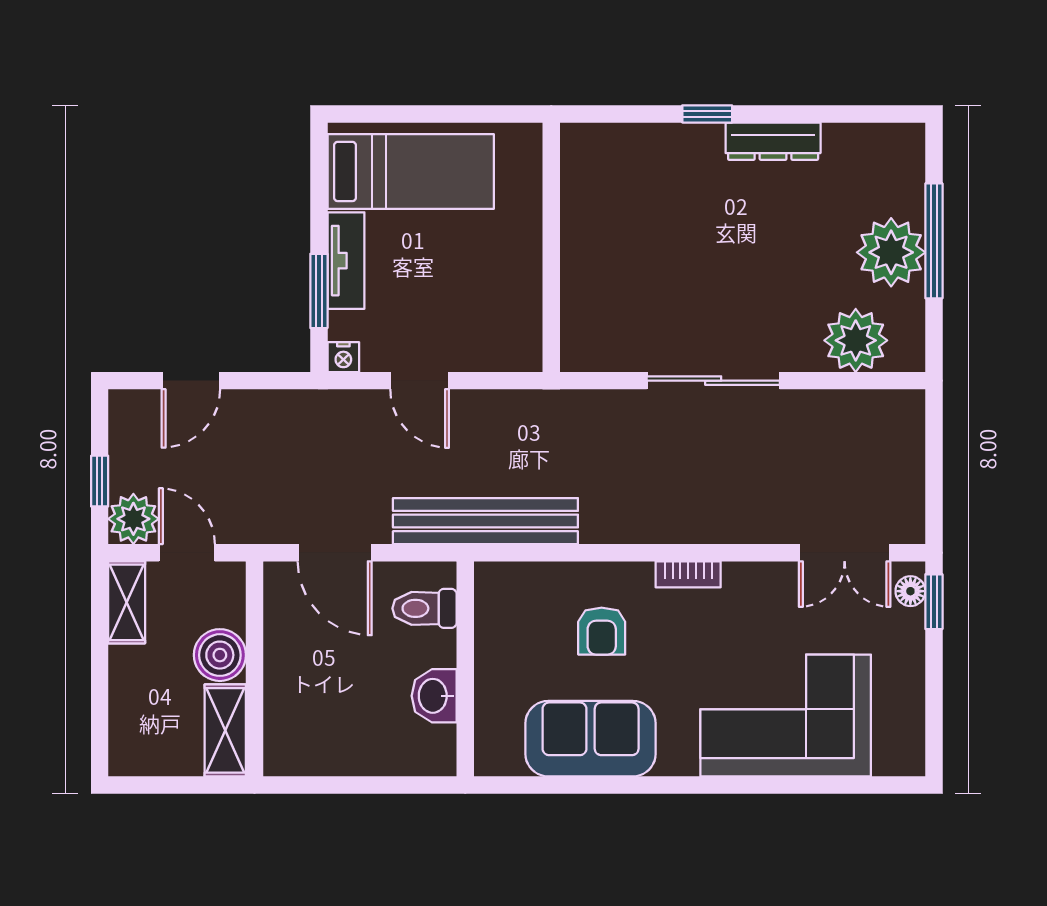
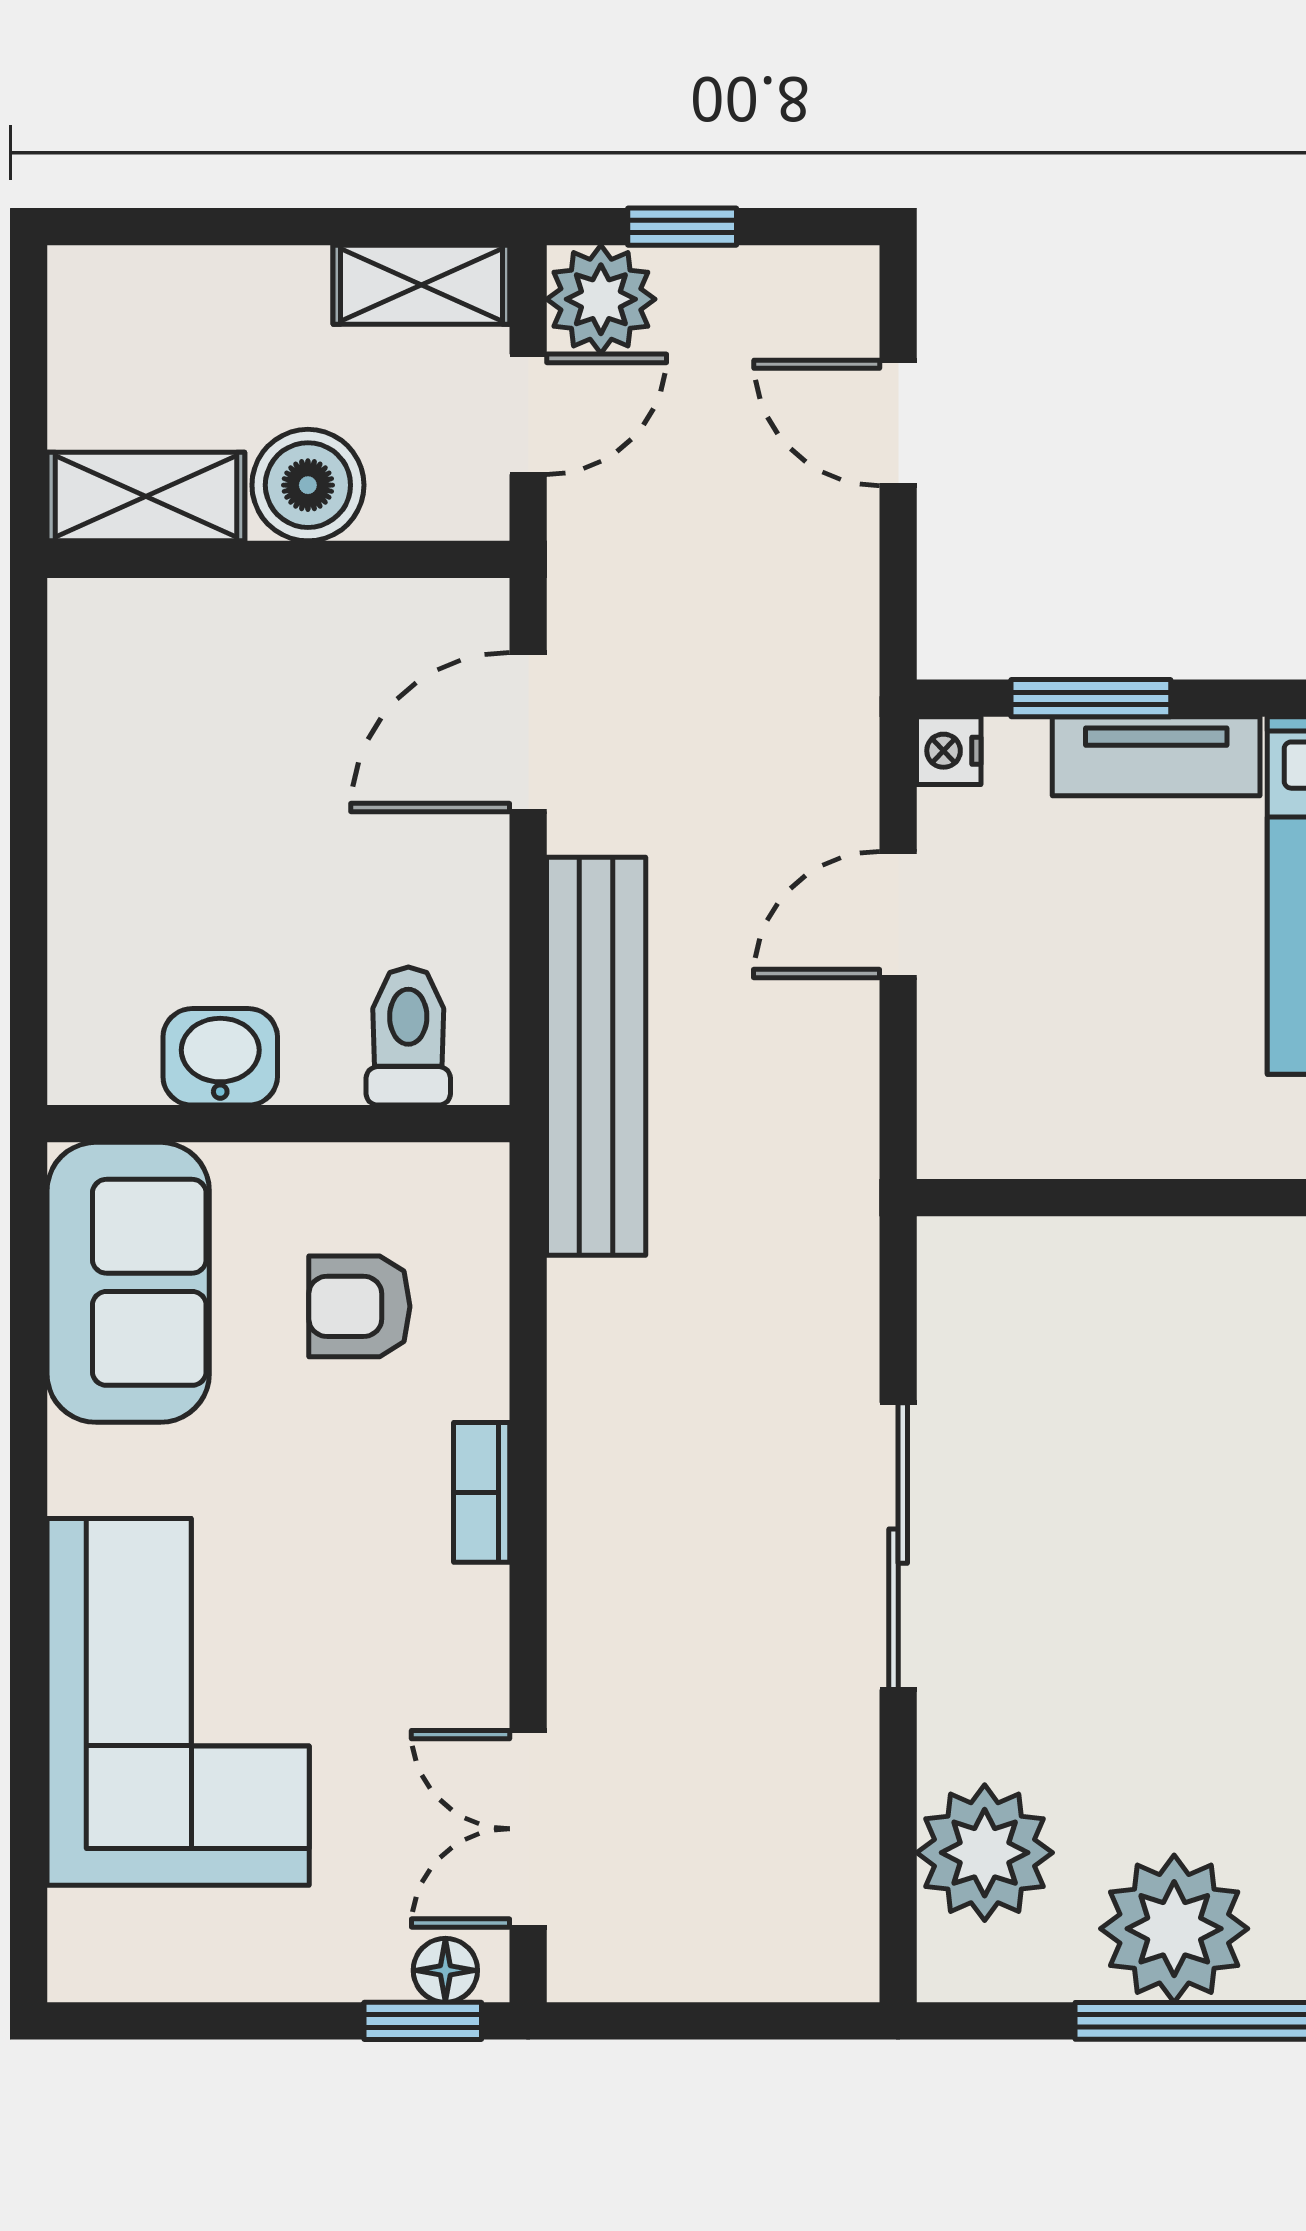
toilet: (424, 608) -> (408, 1036), moved
wall: (465, 669) -> (278, 1124), moved
washbasin: (434, 696) -> (220, 1057), moved

